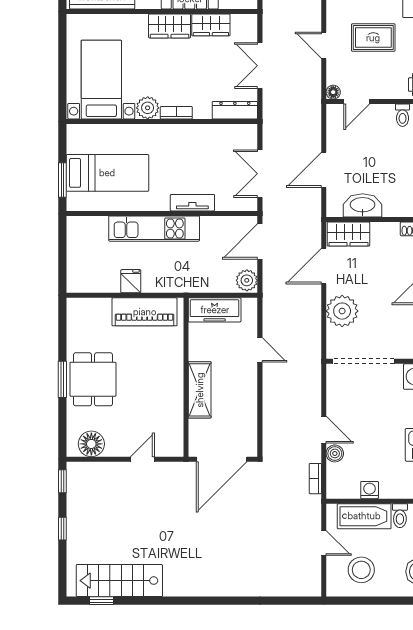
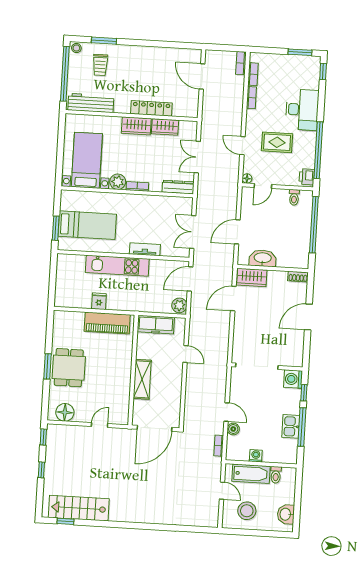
plant: (342, 311) -> (244, 331), removed

